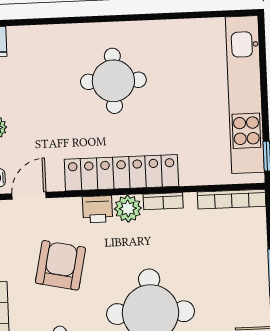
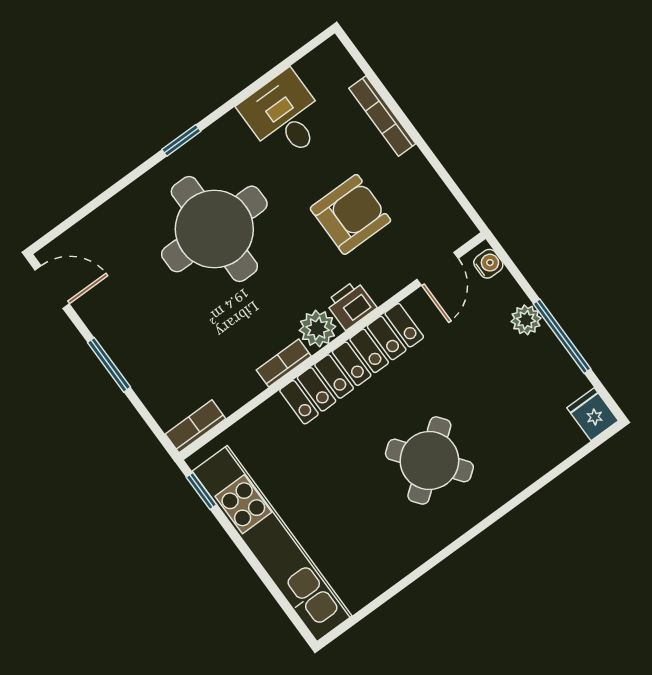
round table: (113, 81) -> (429, 460), turned -37
bookcase: (232, 199) -> (195, 426), width x0.64
armchair: (60, 265) -> (350, 214), turned -102

